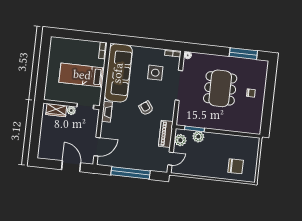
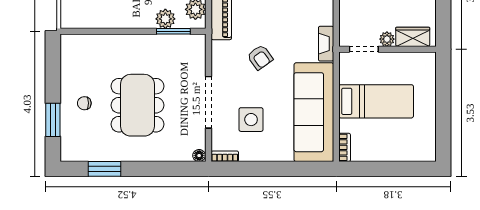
window: (243, 54) -> (105, 169), width x0.69
window: (270, 85) -> (53, 120), added

